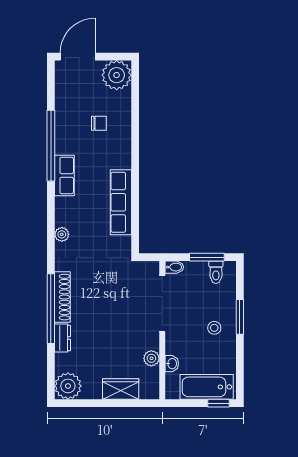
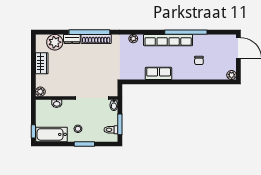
plant: (117, 75) -> (232, 75), width x0.53, depth x0.53
row of seats: (64, 176) -> (168, 40), width x2.02
row of seats: (121, 202) -> (159, 73), width x0.68
plant: (151, 358) -> (40, 92), moved
plant: (68, 386) -> (55, 42), moved
bathtub: (207, 387) -> (52, 134), moved, turned -90
wardrobe: (121, 389) -> (42, 63), moved

